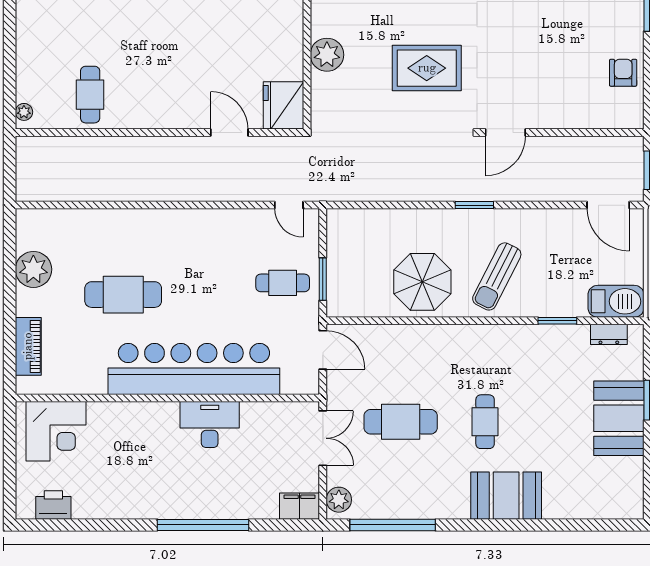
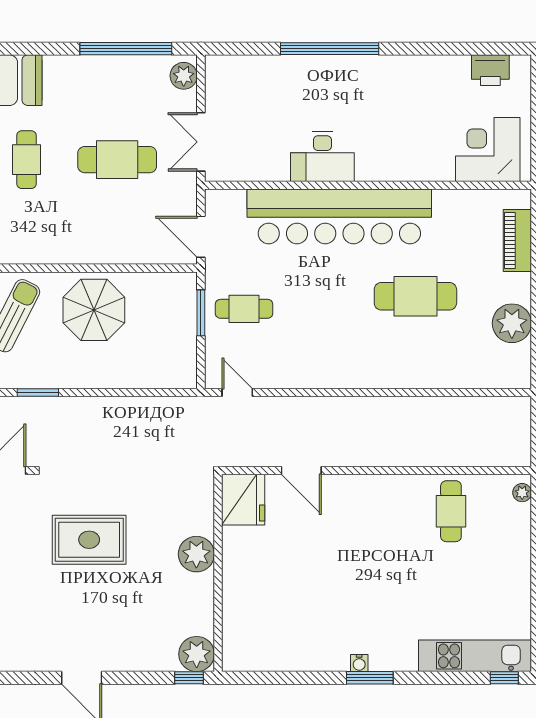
filing cabinet: (300, 506) -> (226, 69), removed

